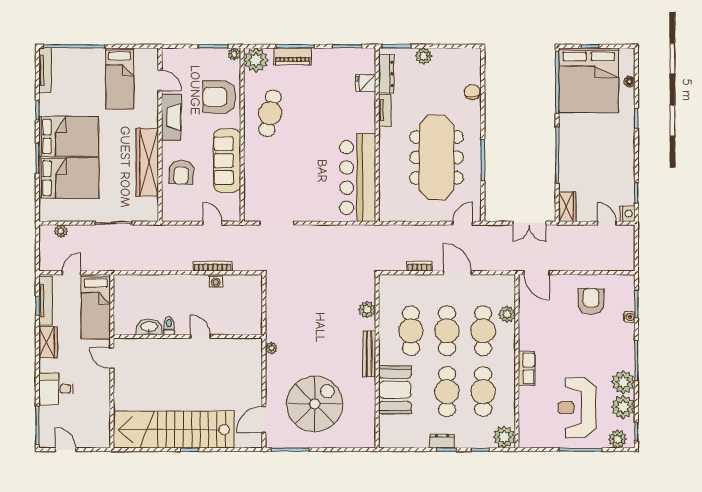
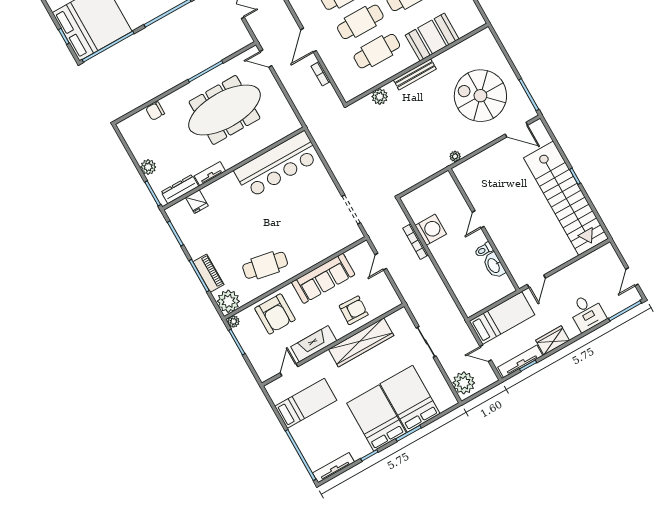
plant: (61, 231) -> (464, 383), width x1.88, depth x1.88
washing machine: (216, 281) -> (431, 230), width x1.89, depth x1.89

